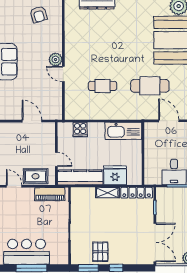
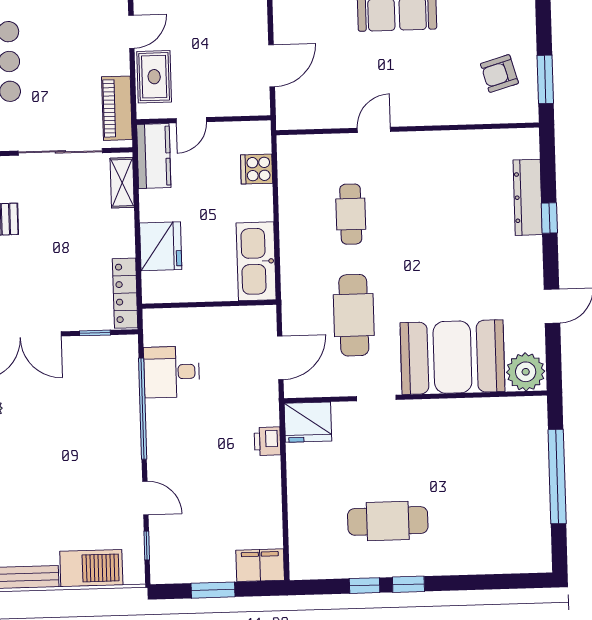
plant: (55, 60) -> (404, 112), removed
kitchen counter: (80, 177) -> (154, 156), width x0.67
shelving: (108, 193) -> (122, 183), moved

